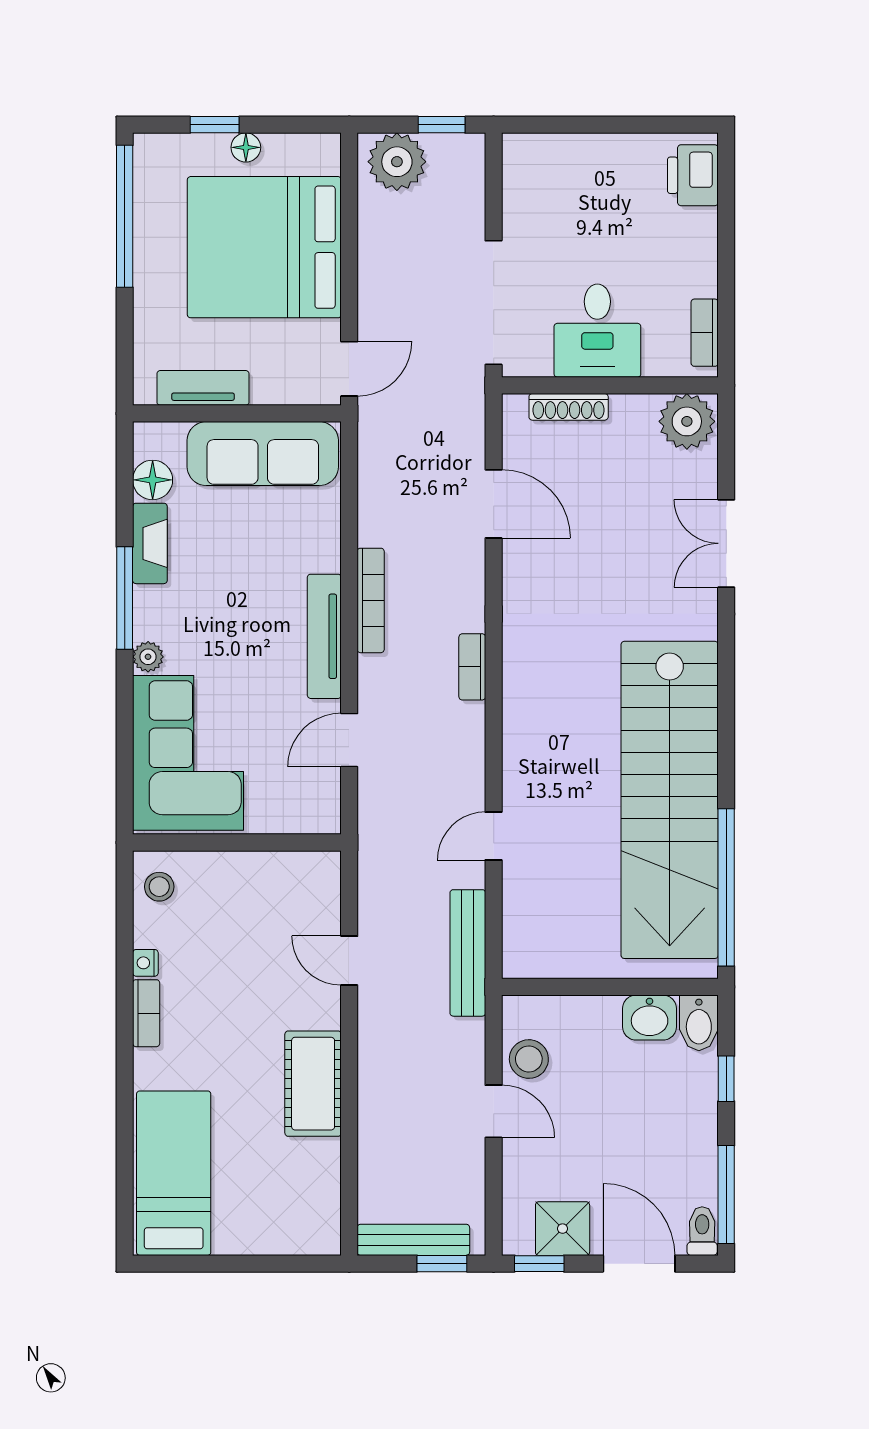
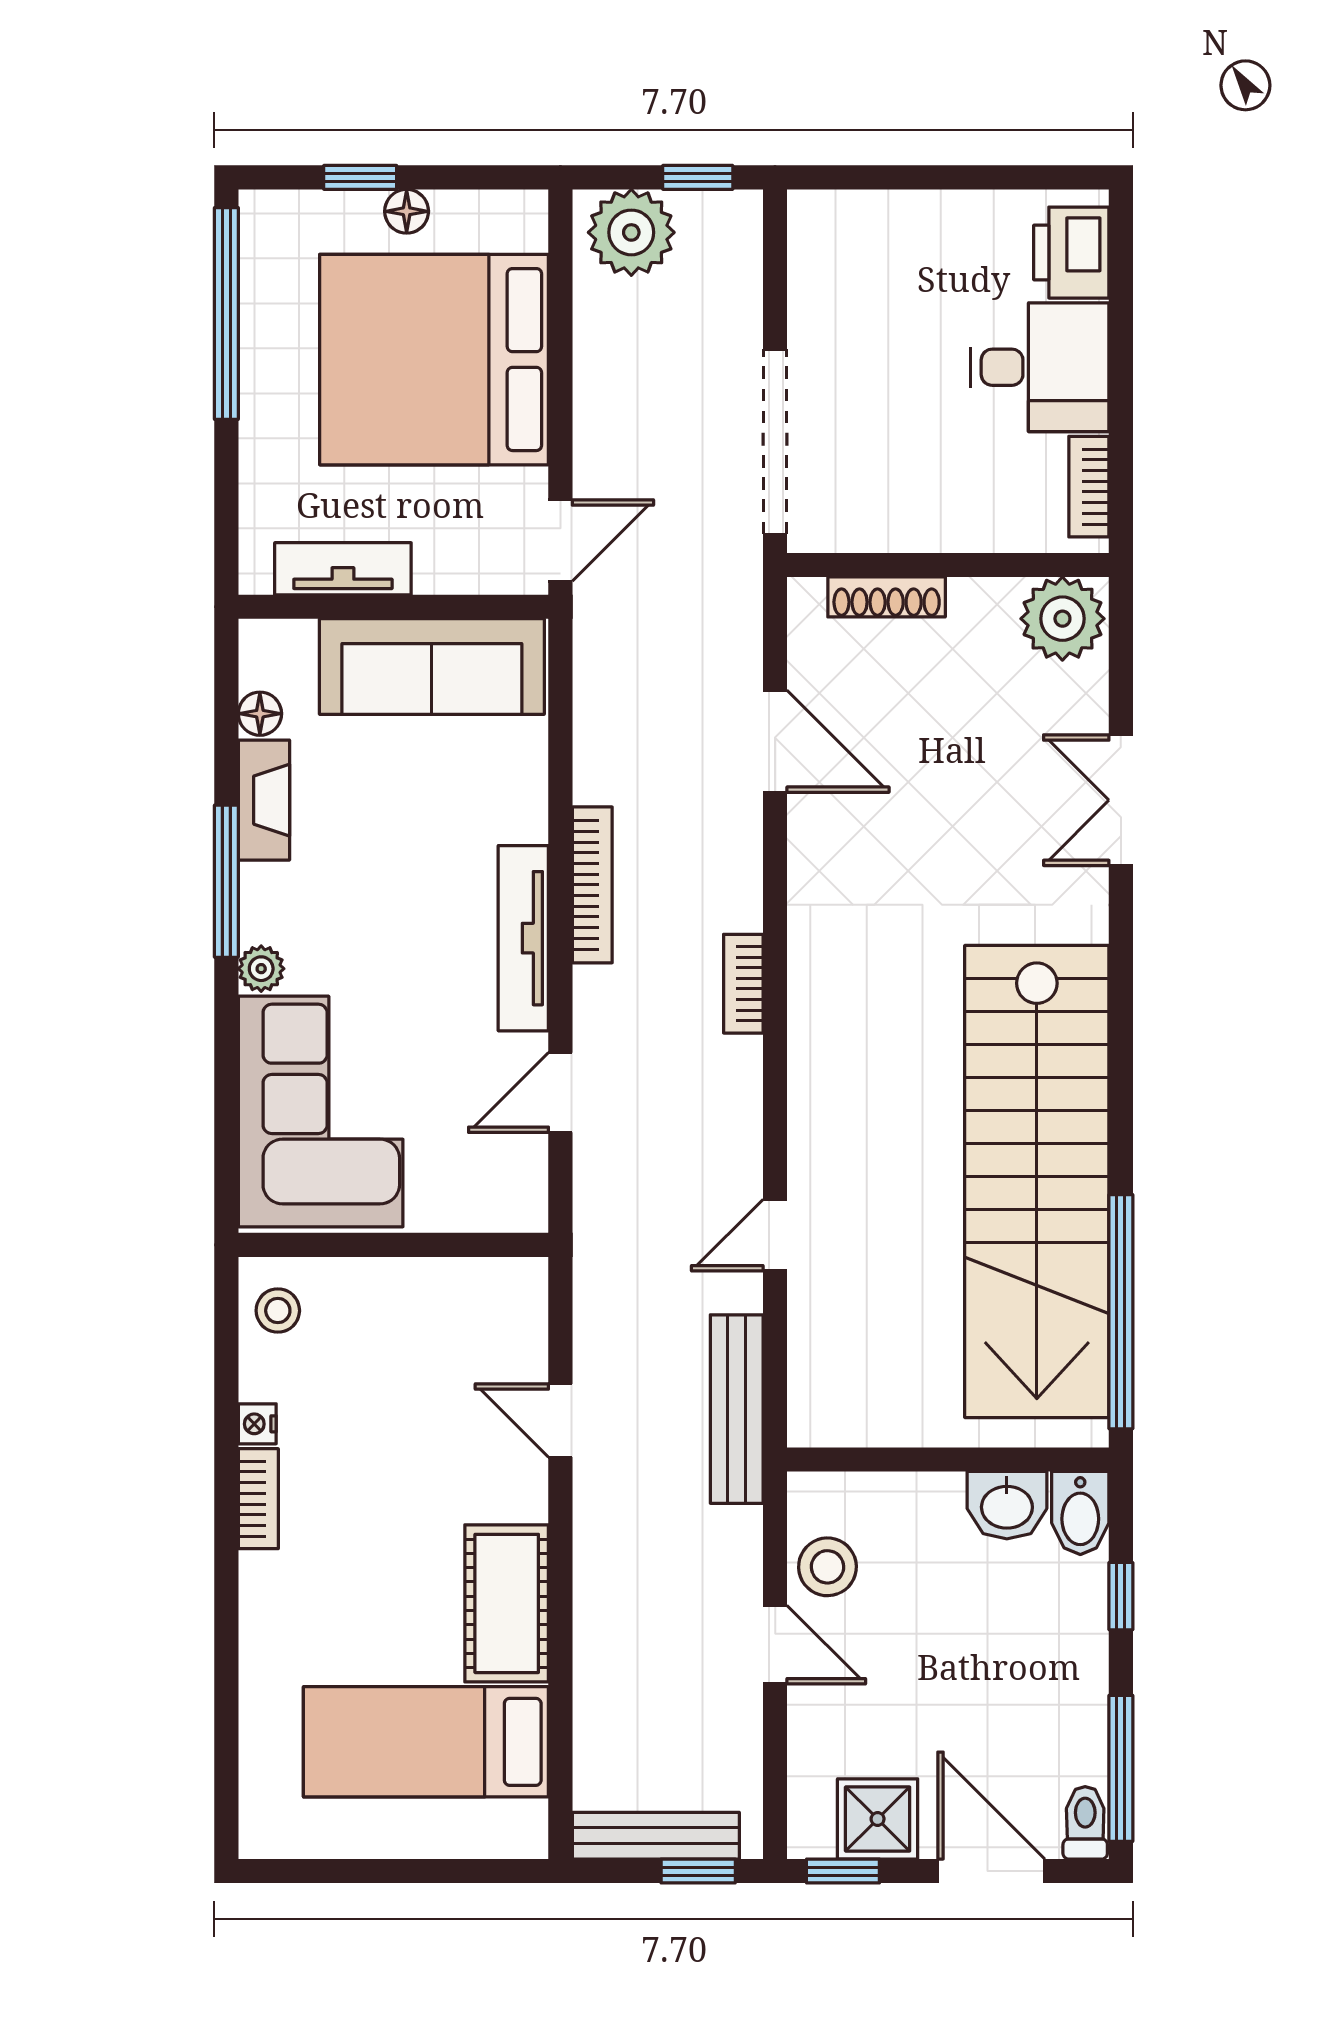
desk: (597, 331) -> (1040, 367), moved, turned -90
floor lamp: (153, 480) -> (260, 714), width x0.73, depth x0.73
bed: (174, 1173) -> (426, 1742), moved, turned -90

